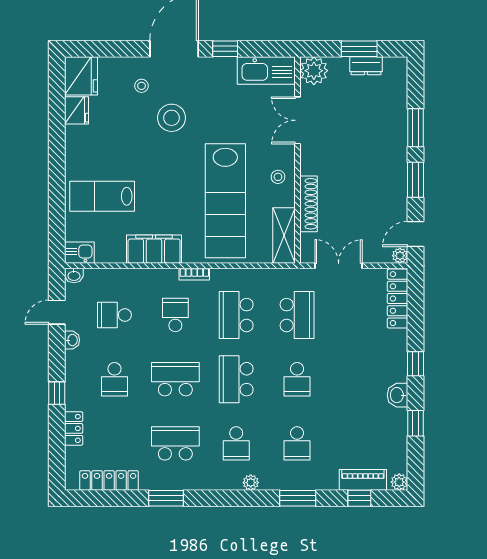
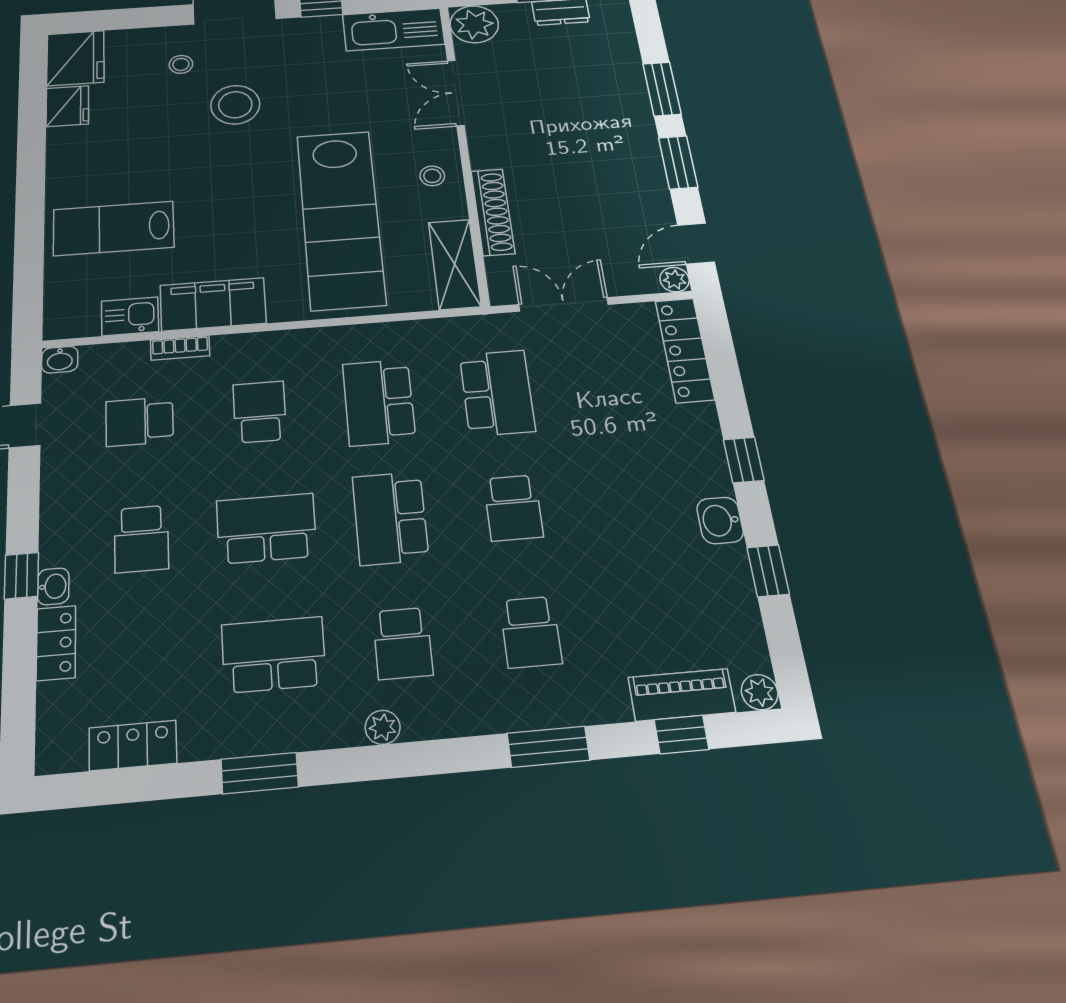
kitchen sink: (79, 253) -> (130, 316), moved
bookcase: (194, 274) -> (180, 348), moved
washbasin: (72, 340) -> (53, 586), moved
locker: (109, 480) -> (133, 745), width x0.66
plant: (251, 483) -> (383, 727), moved

